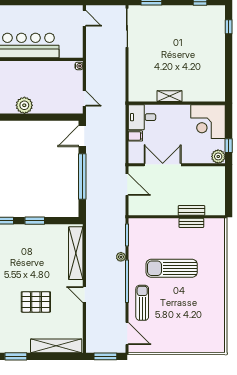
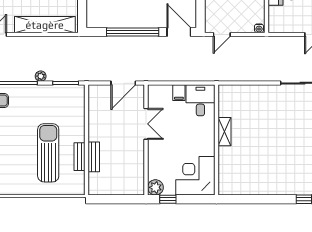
double door: (163, 165) -> (146, 124), width x0.73
sun lounger: (172, 268) -> (48, 153), moved

